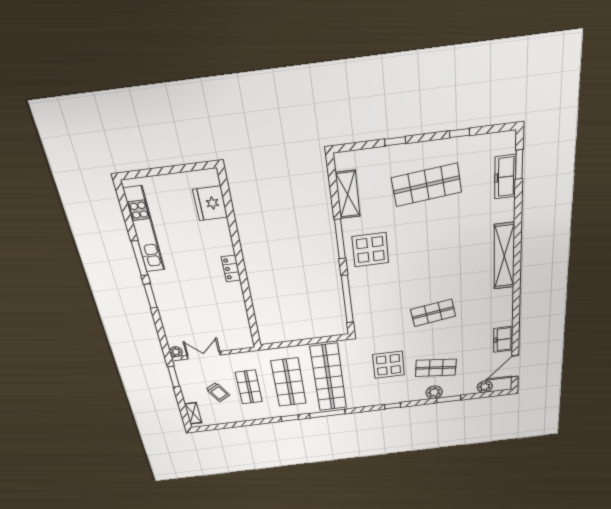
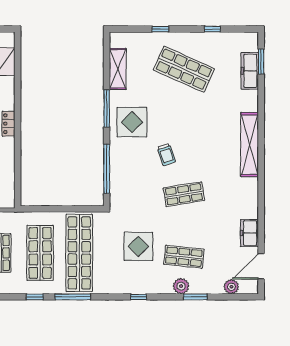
shop shelf: (427, 185) -> (184, 69), turned 30
trolley: (412, 277) -> (166, 154), added

